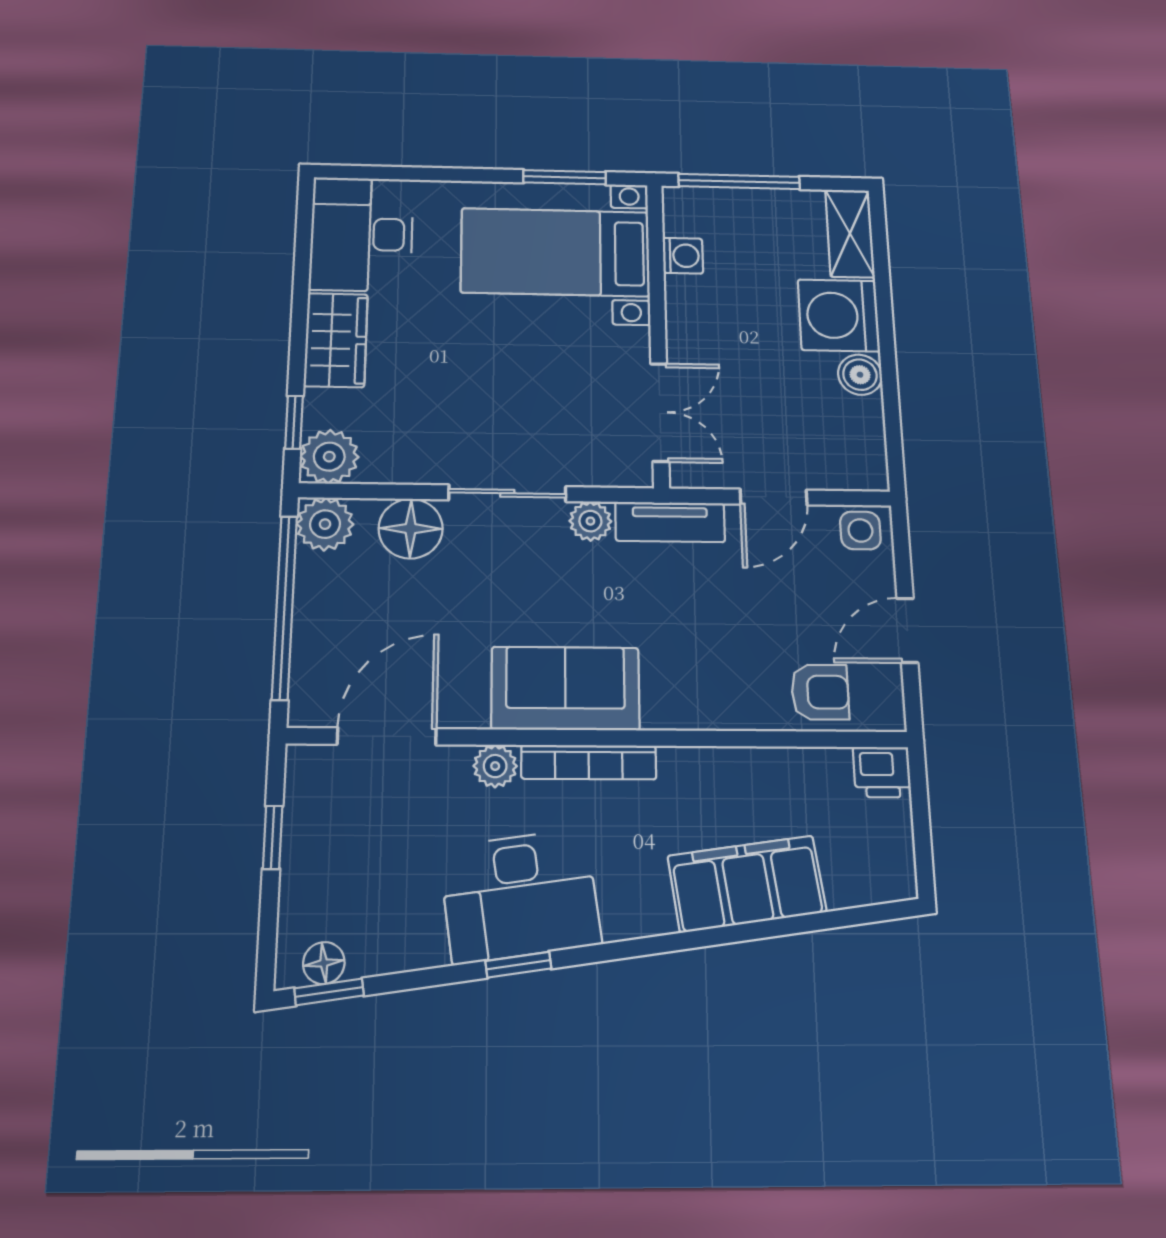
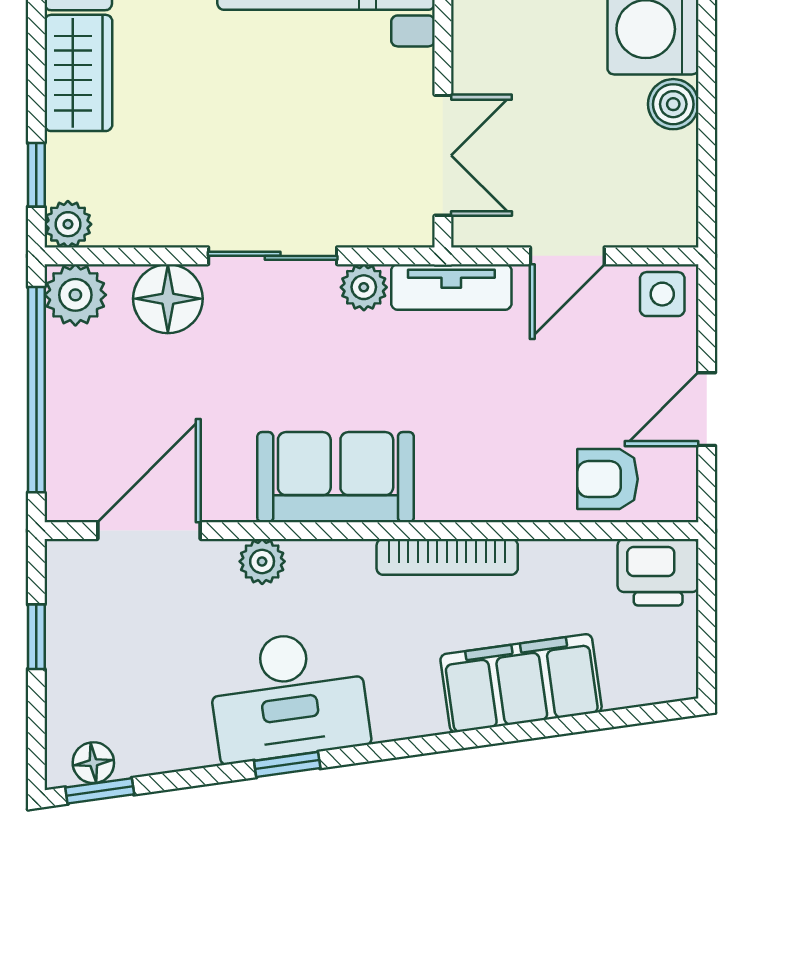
plant: (329, 457) -> (68, 224), width x0.73, depth x0.73
armchair: (820, 692) -> (607, 479), turned 180
bookcase: (589, 762) -> (447, 557), moved
printer: (882, 772) -> (658, 572), width x1.36, depth x1.24

